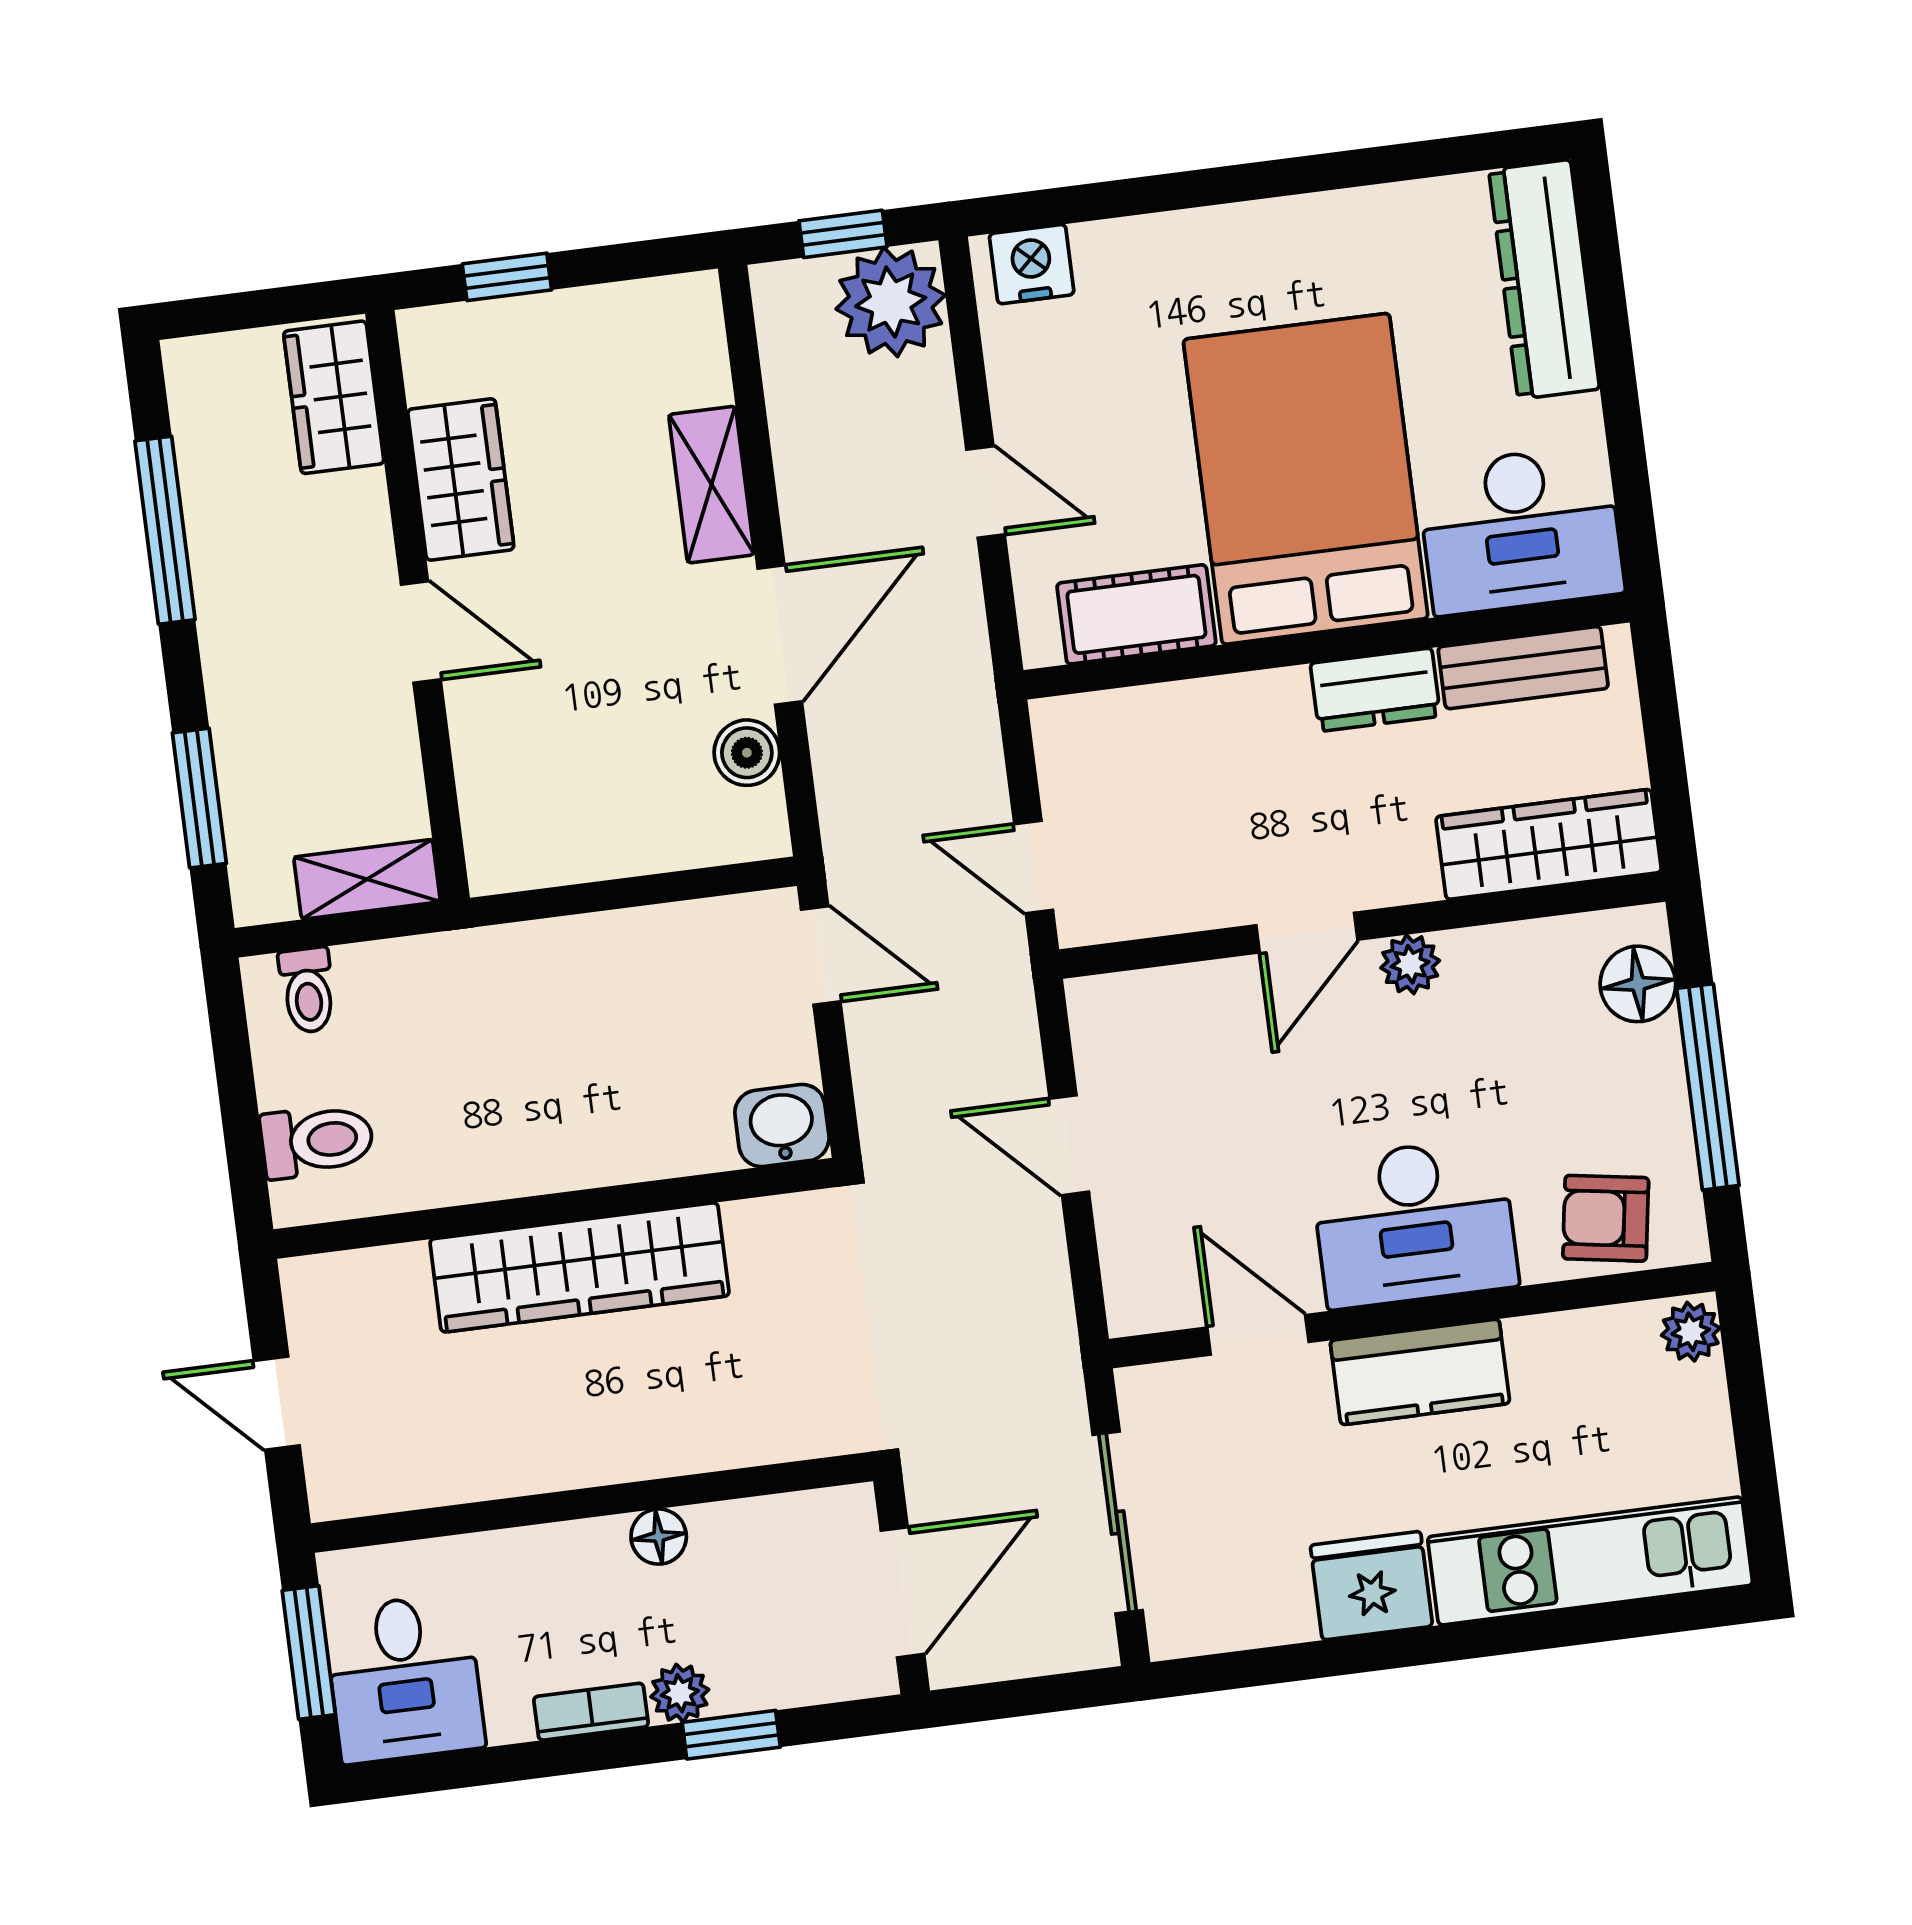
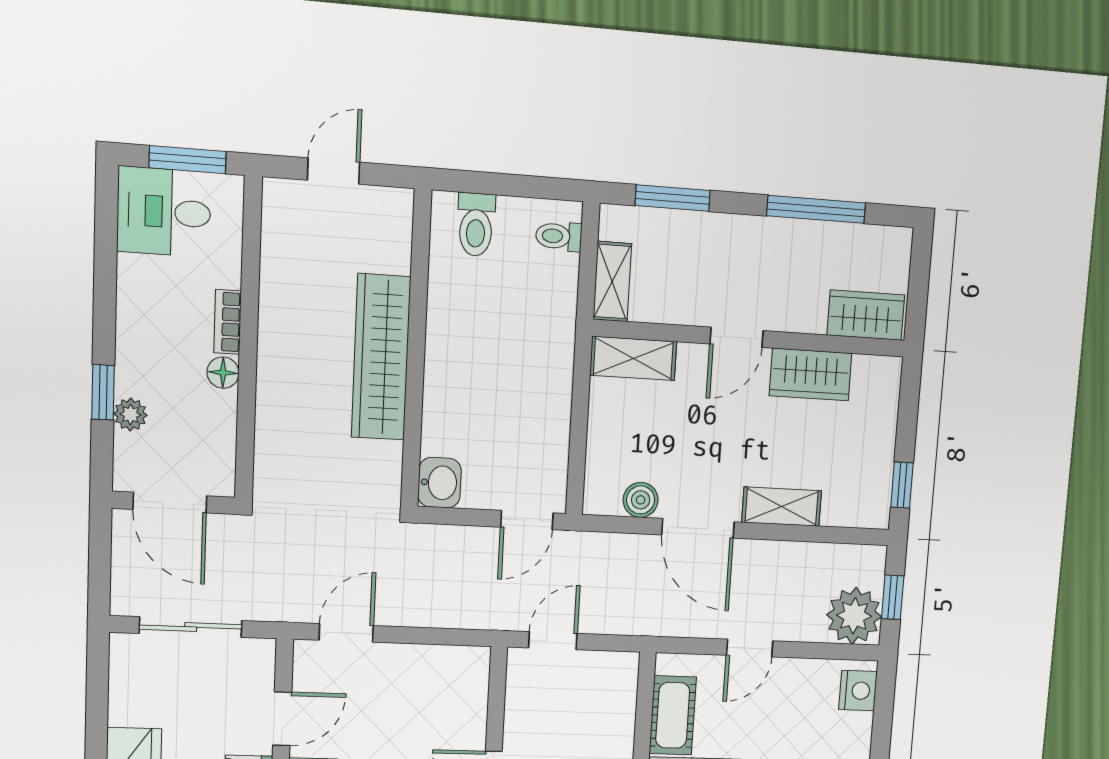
window: (507, 277) -> (902, 485), moved
shelving: (495, 815) -> (633, 358), added
door: (1069, 1145) -> (346, 633), moved
plant: (680, 1693) -> (130, 414), moved
bookcase: (591, 1712) -> (228, 322), moved, turned 180

